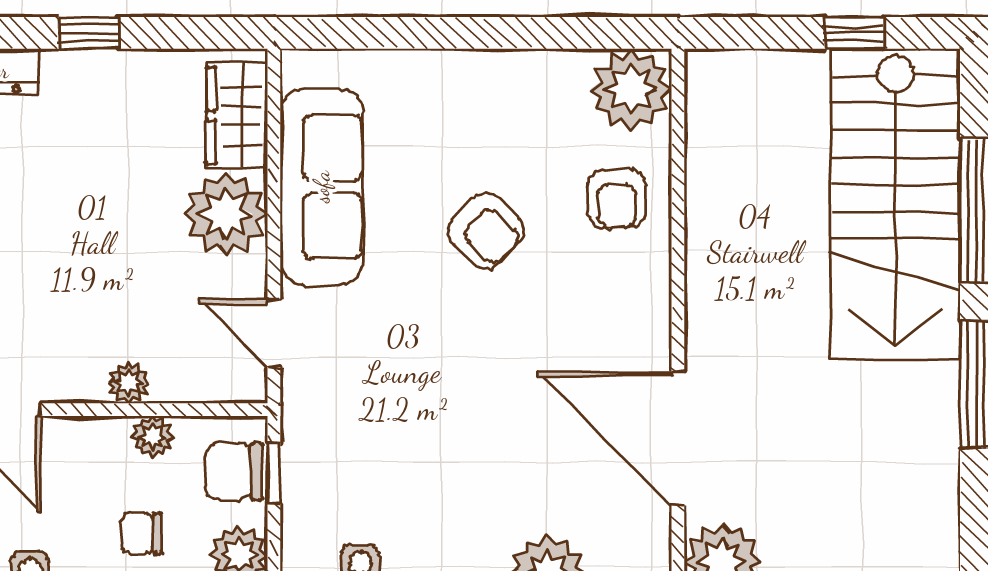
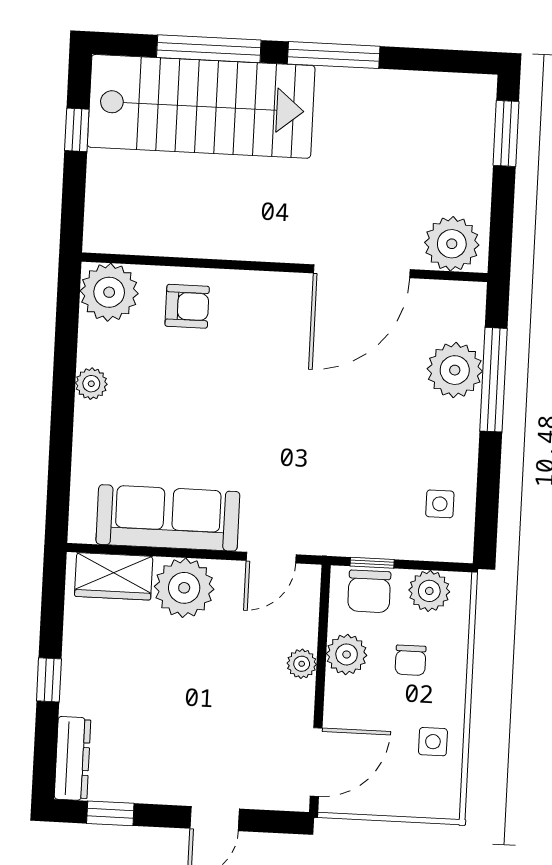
plant: (503, 71) -> (91, 384), added
armchair: (486, 231) -> (205, 402), removed
plant: (153, 437) -> (347, 654), width x1.38, depth x1.38

